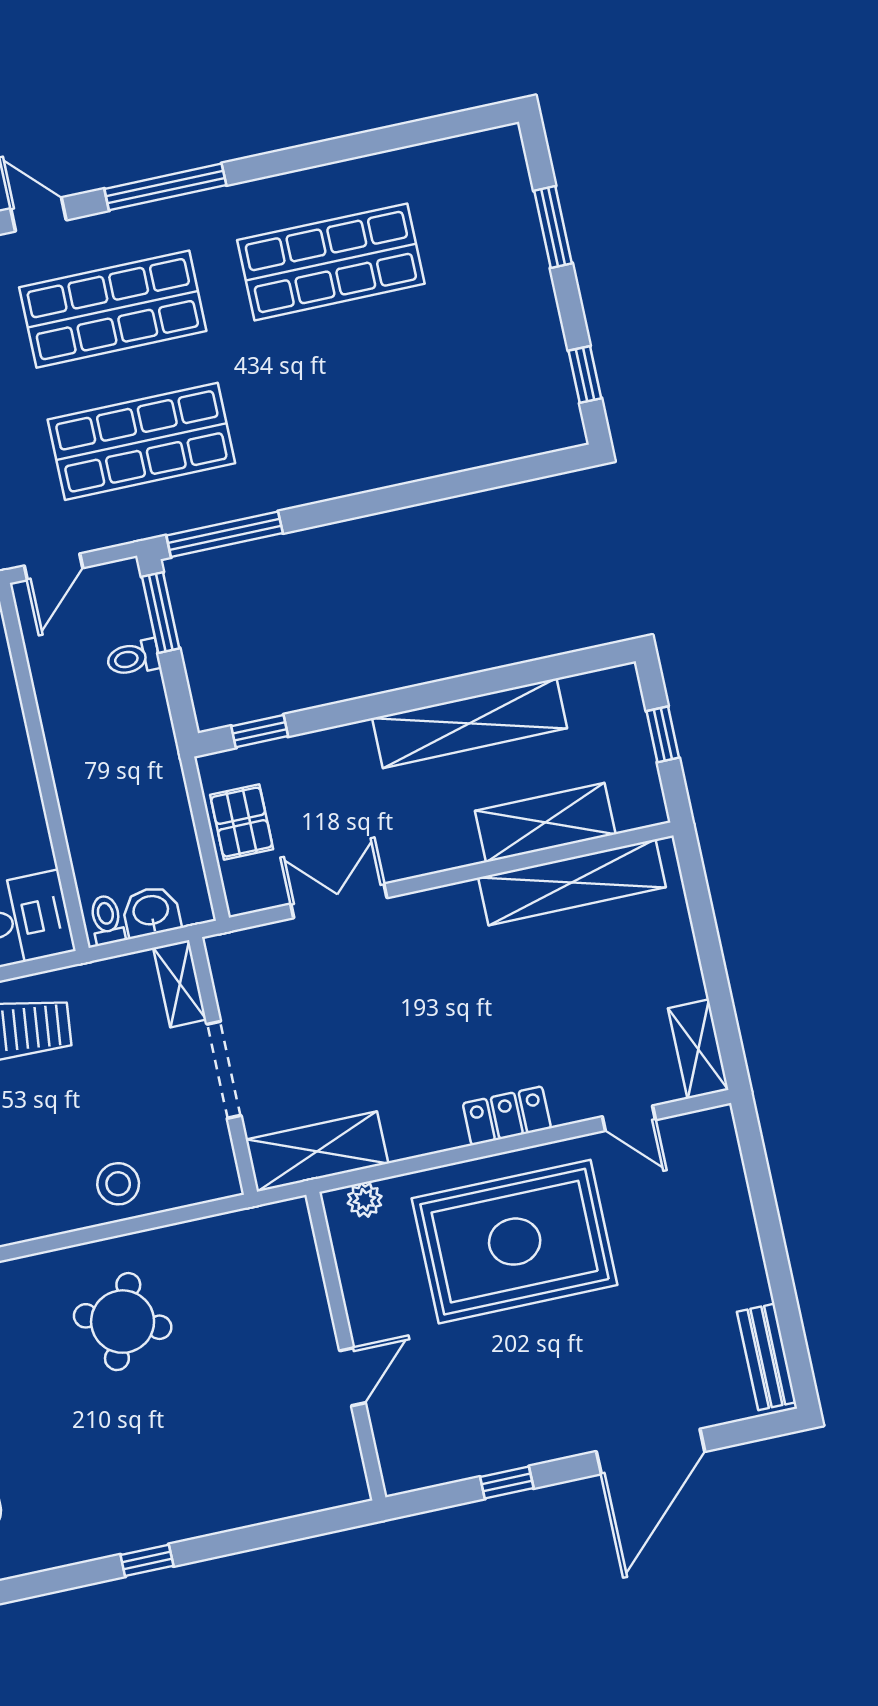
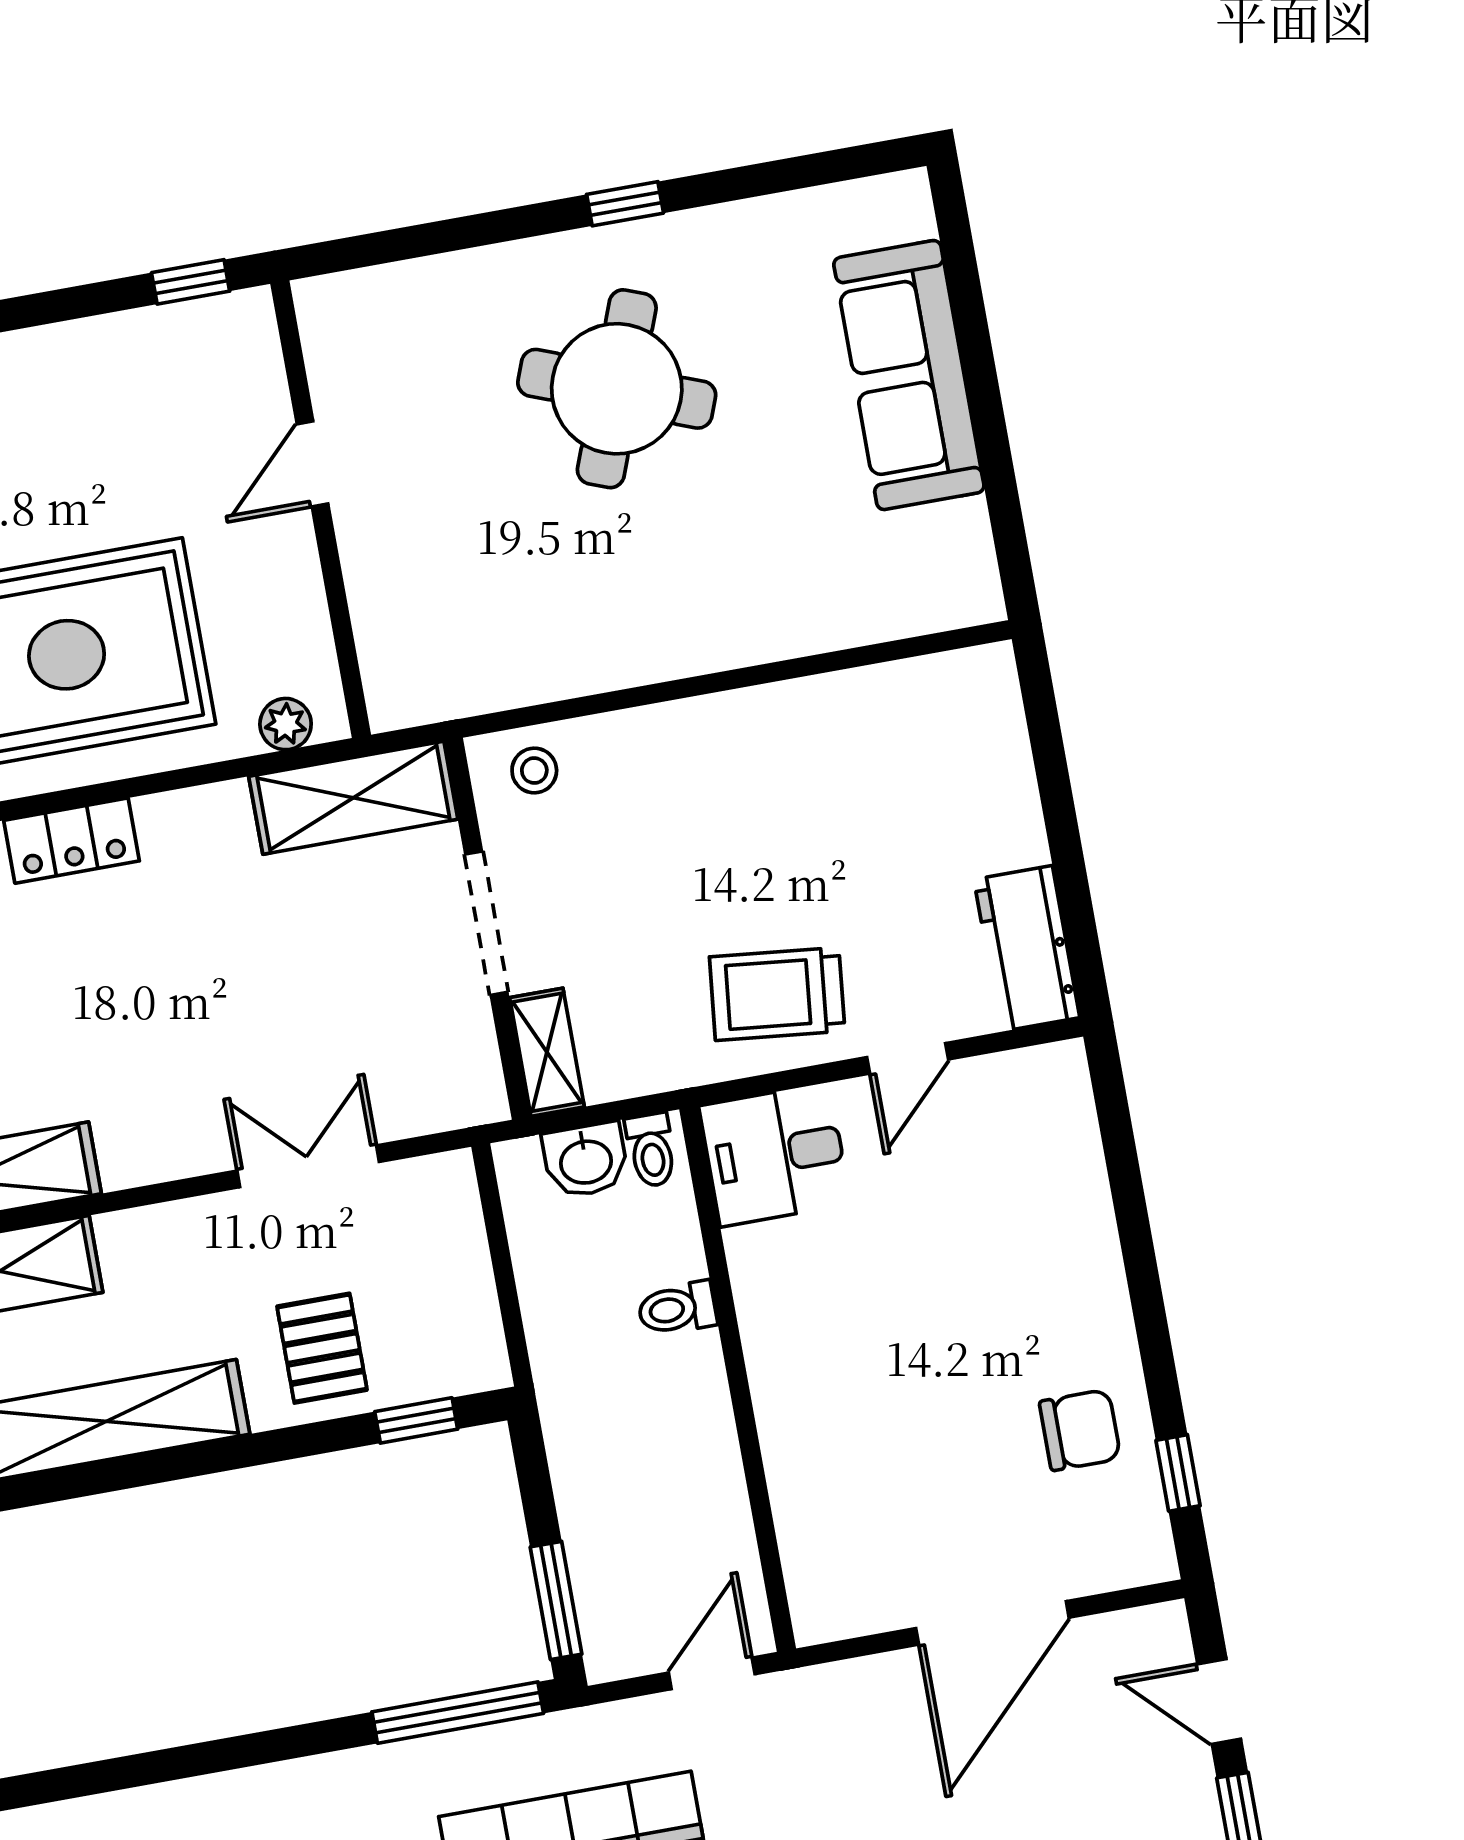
toilet: (133, 658) -> (677, 1309), moved, turned 180
pallet: (242, 822) -> (322, 1348), moved
double door: (339, 901) -> (308, 1166), swing flipped
stool: (118, 1184) -> (534, 771), moved, width x0.73, depth x0.73
round table: (123, 1322) -> (617, 389), moved, width x1.36, depth x1.36
window: (507, 1483) -> (191, 282), moved

